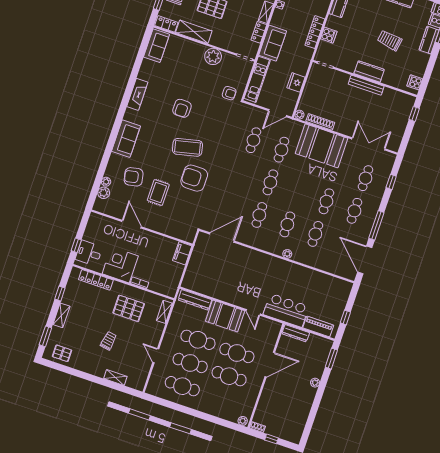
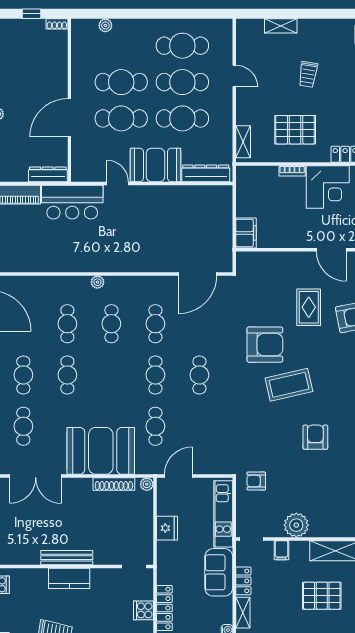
filing cabinet: (228, 44) -> (281, 550), added
cafe table: (253, 140) -> (199, 375), moved
plant: (243, 421) -> (105, 25), moved

